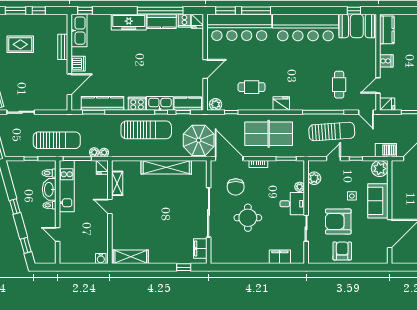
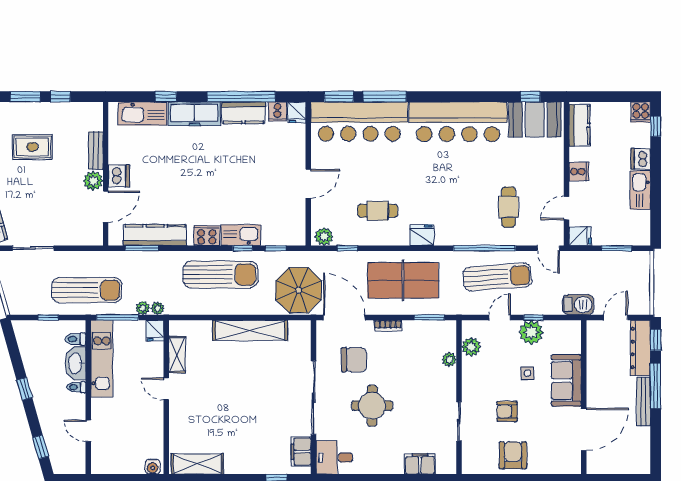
window: (85, 11) -> (166, 97), moved
kitchen sink: (79, 31) -> (143, 114), moved, turned 90
plant: (61, 67) -> (93, 181), added
kitchen counter: (188, 104) -> (282, 235), removed
plant: (380, 169) -> (531, 332), moved
chair: (236, 187) -> (354, 360), turned -90
desk: (292, 204) -> (334, 457), moved, turned 180
armchair: (338, 222) -> (507, 411), width x0.53, depth x0.53

